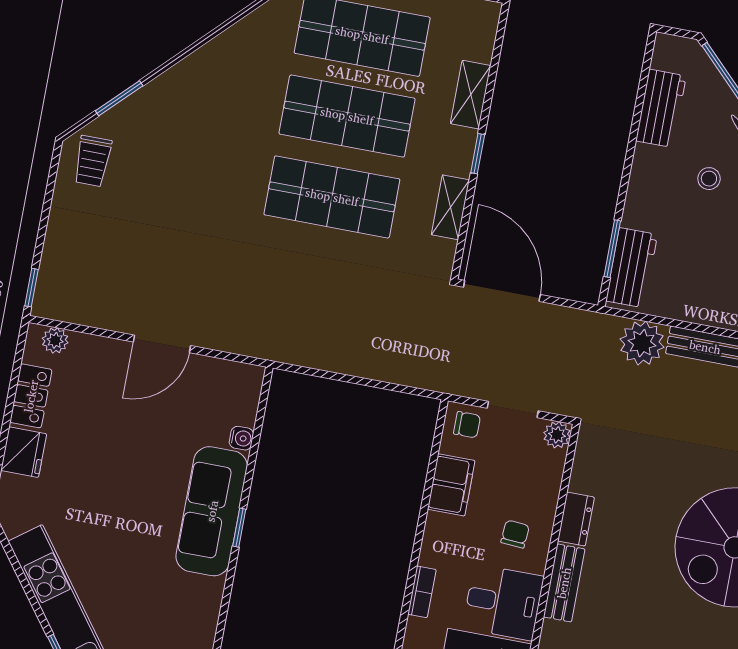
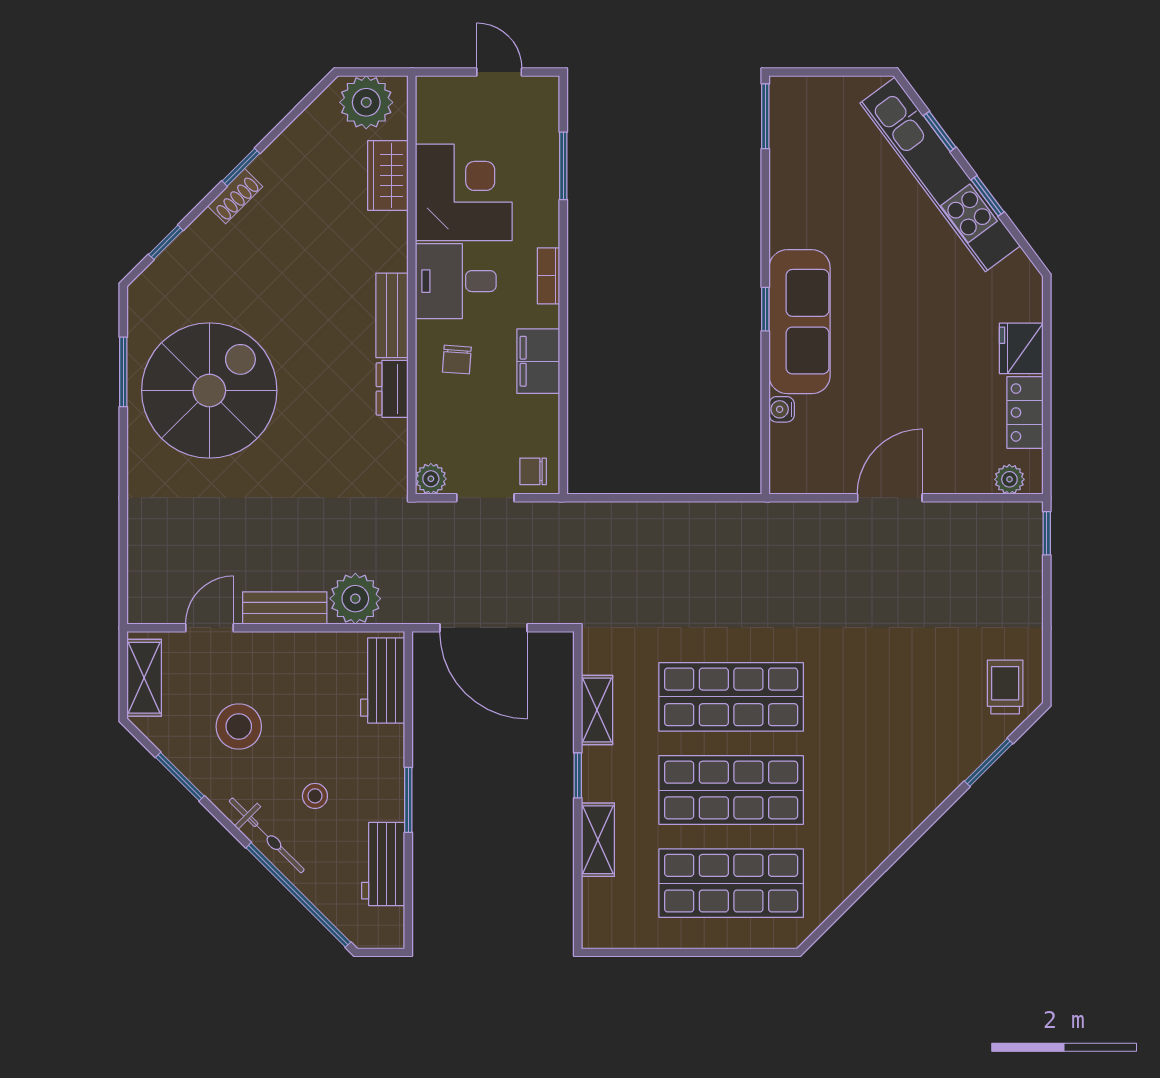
window: (612, 249) -> (408, 800), moved
door: (502, 291) -> (484, 628), moved
filing cabinet: (451, 485) -> (538, 361), moved
window: (28, 590) -> (988, 196), added

